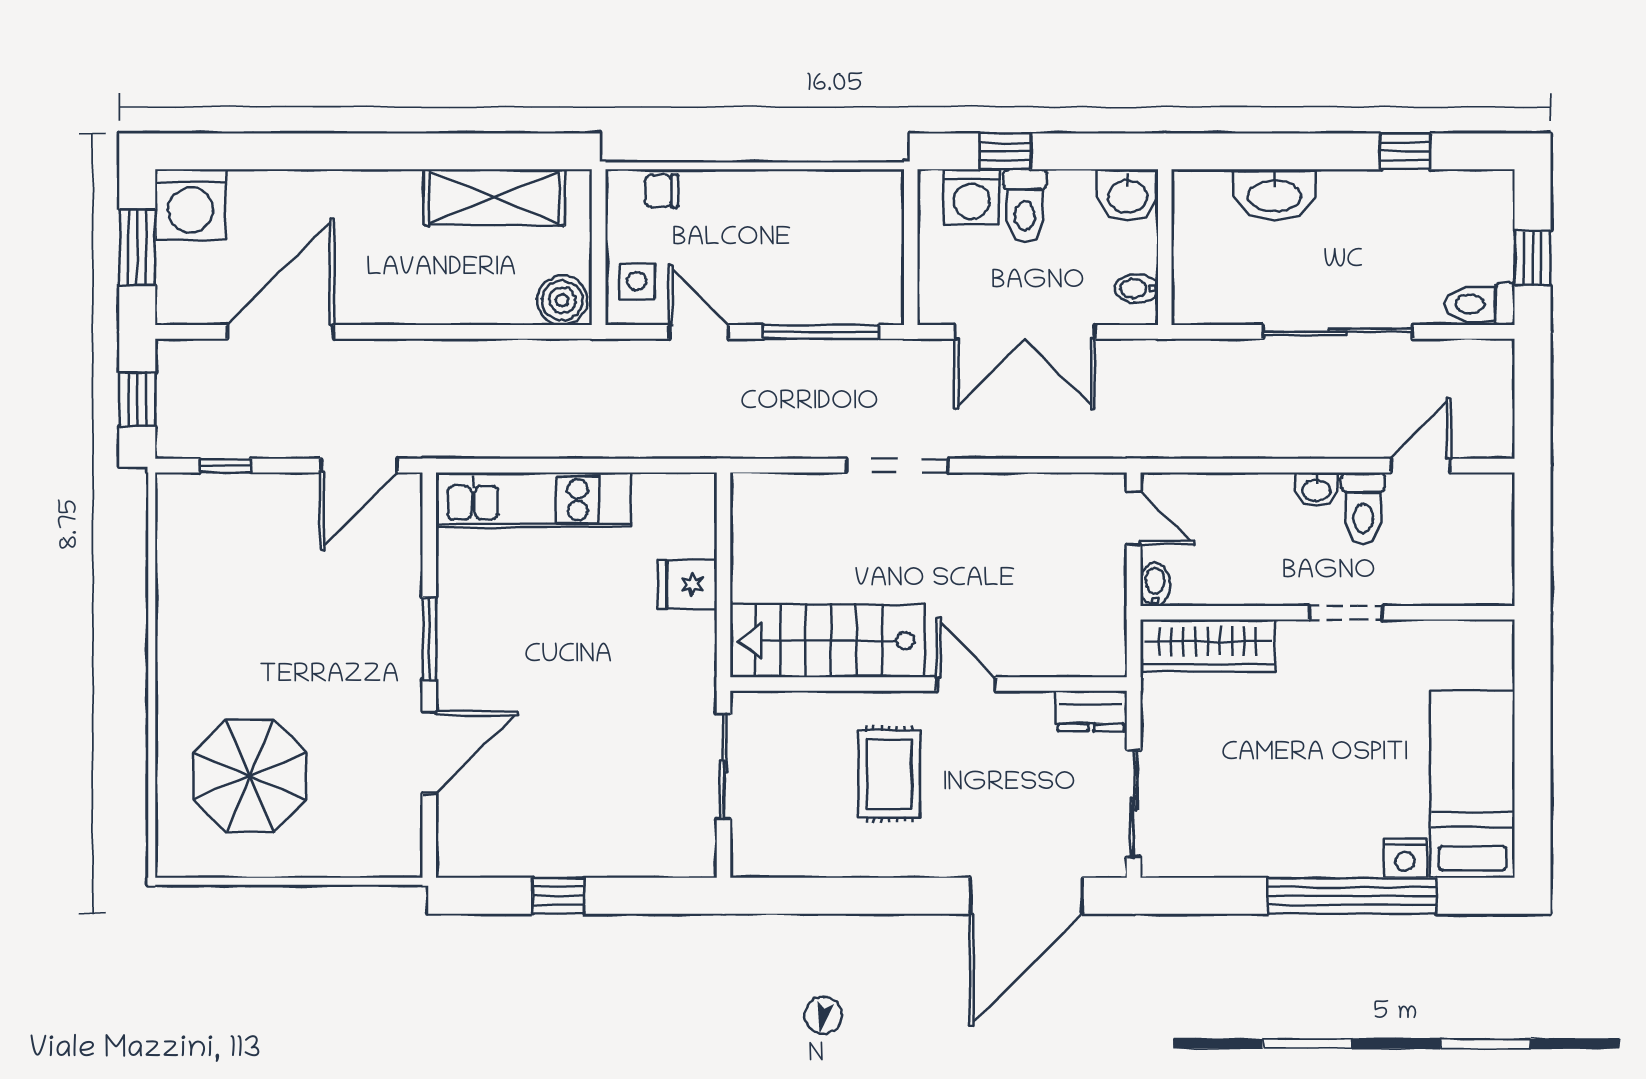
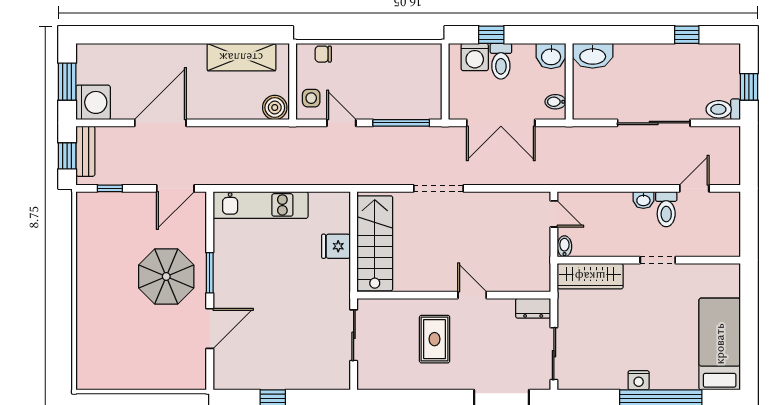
washbasin: (1274, 194) -> (593, 56), moved
washing machine: (190, 204) -> (93, 102), moved, turned -90
door: (280, 332) -> (160, 123), moved
bench: (175, 390) -> (85, 151), added
stairs: (827, 641) -> (375, 243), moved, turned 90
parasol: (250, 776) -> (166, 276), moved
nightstand: (1405, 858) -> (639, 380), moved

